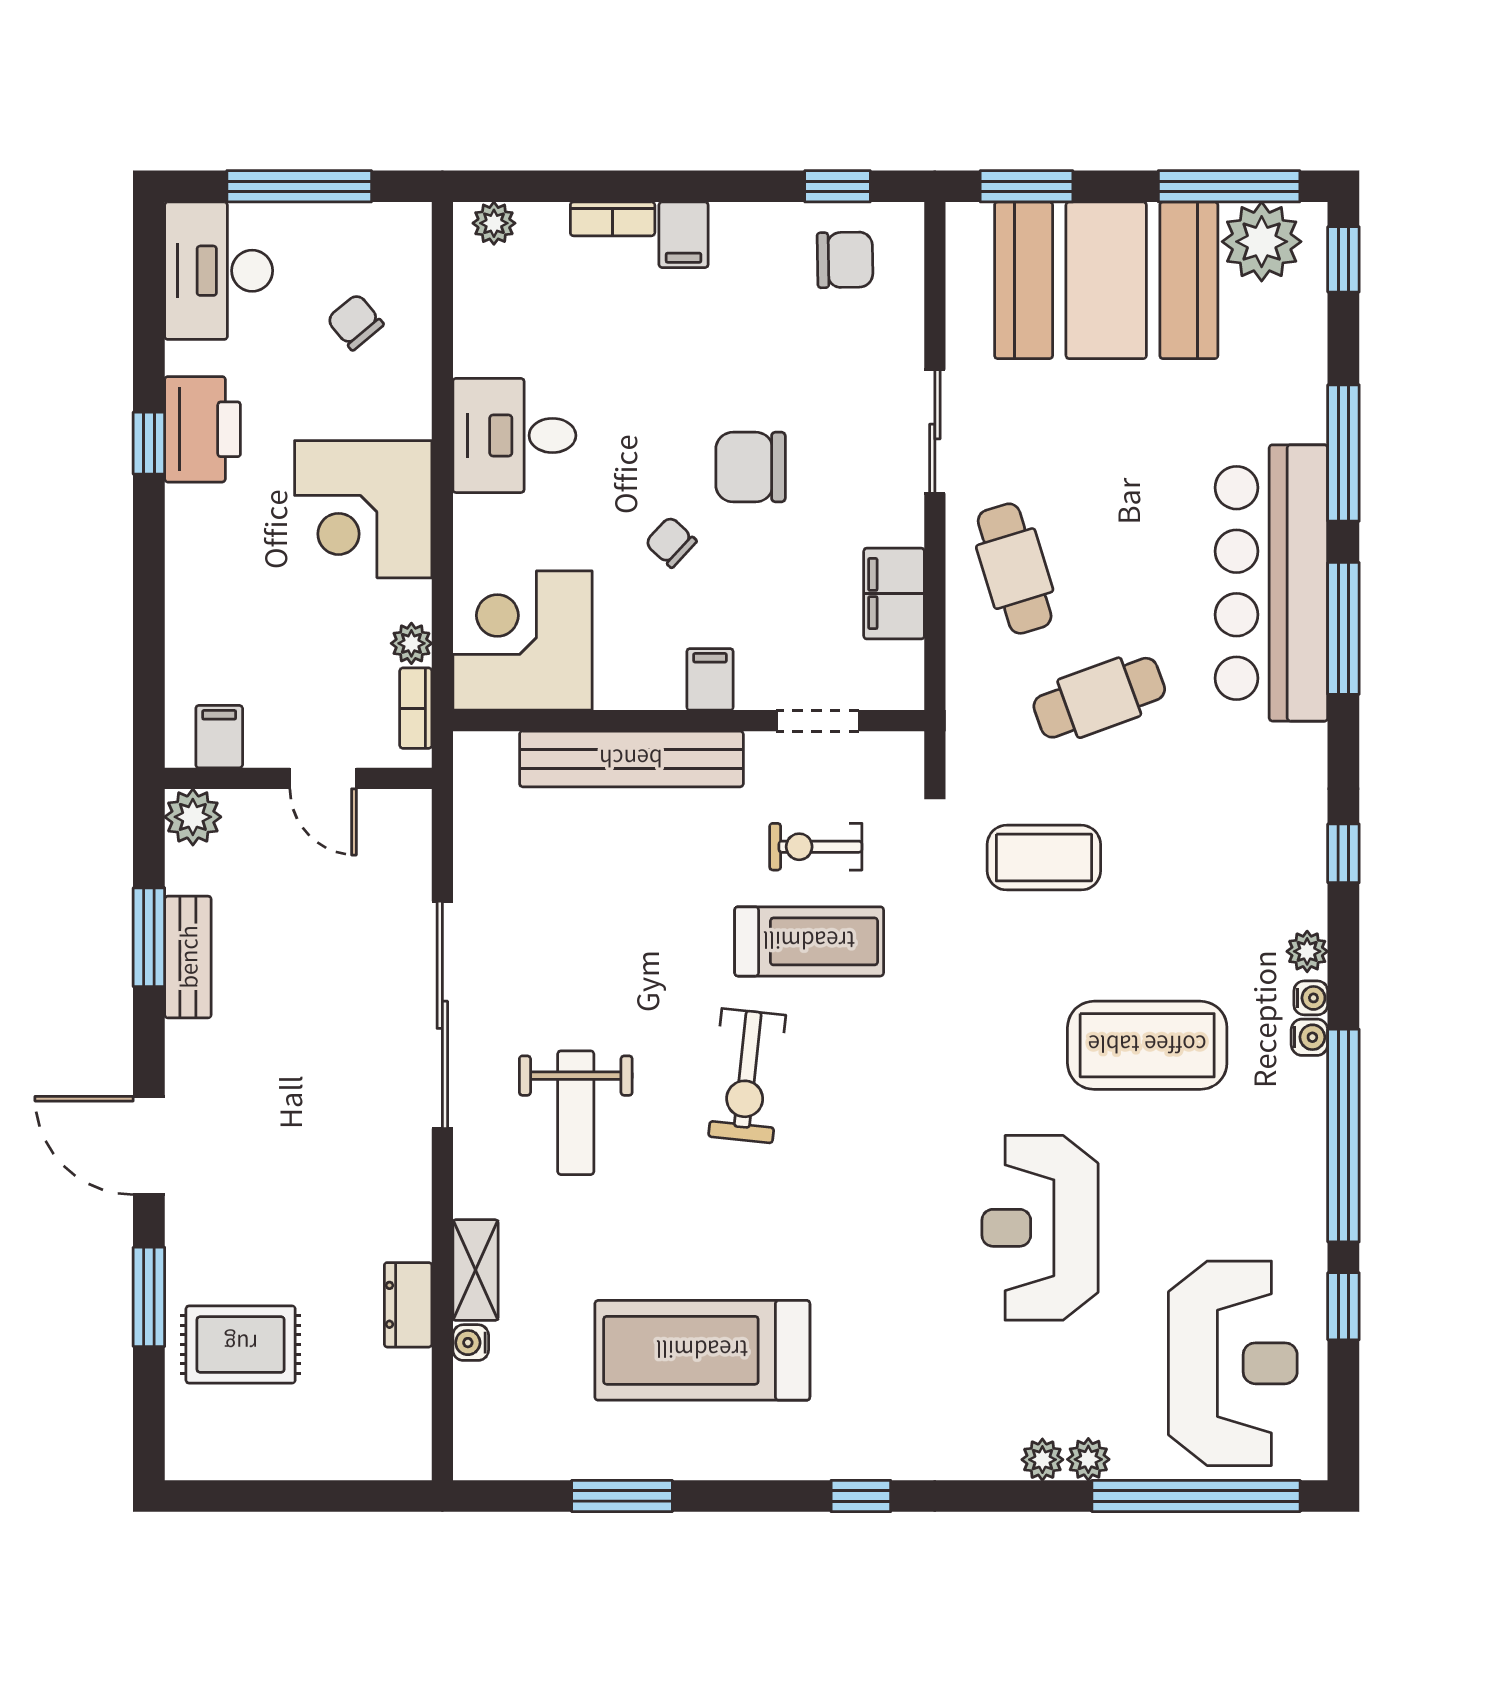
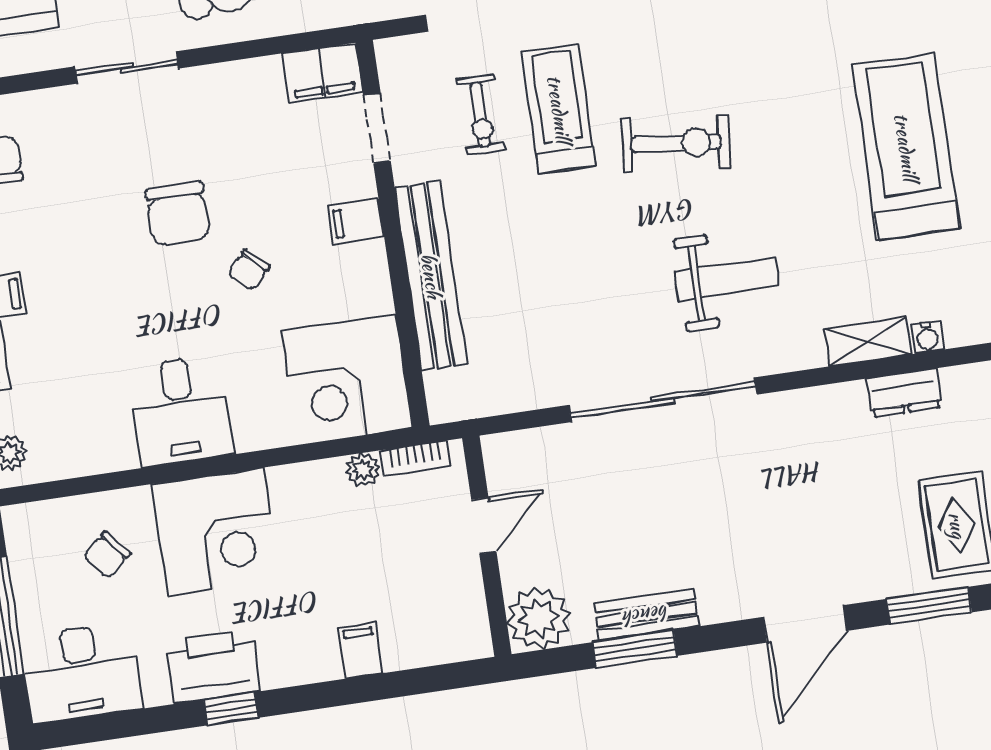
corner desk: (363, 509) -> (215, 532), moved
filing cabinet: (894, 594) -> (322, 73), moved
filing cabinet: (219, 737) -> (360, 650), moved, turned 90
plant: (193, 817) -> (538, 618), width x1.36, depth x1.36
treadmill: (702, 1350) -> (906, 147), turned 180

